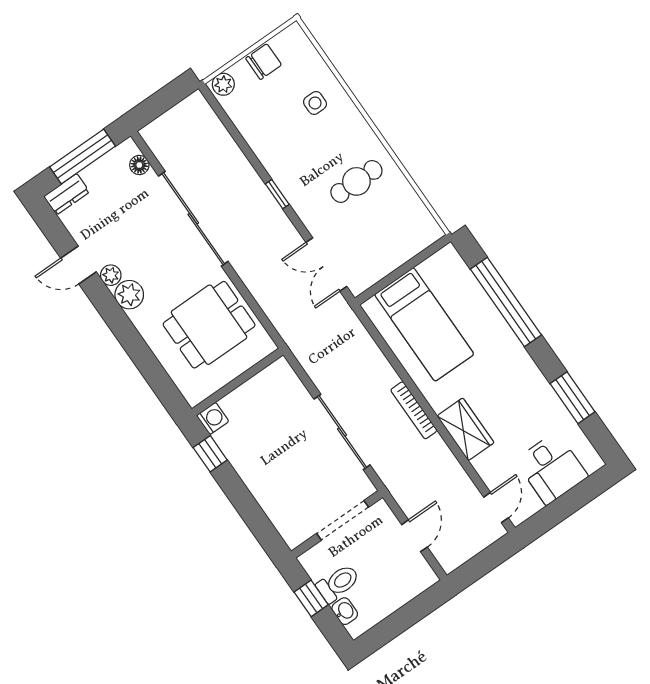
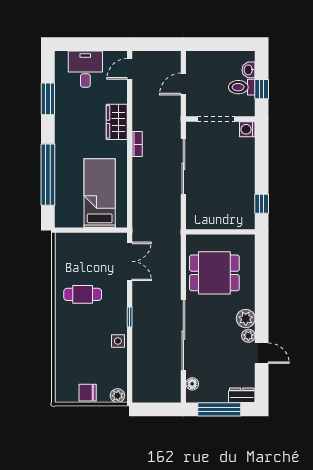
side table: (315, 103) -> (118, 341), moved
bookcase: (414, 410) -> (137, 144), width x0.64
washing machine: (213, 418) -> (247, 129), moved

